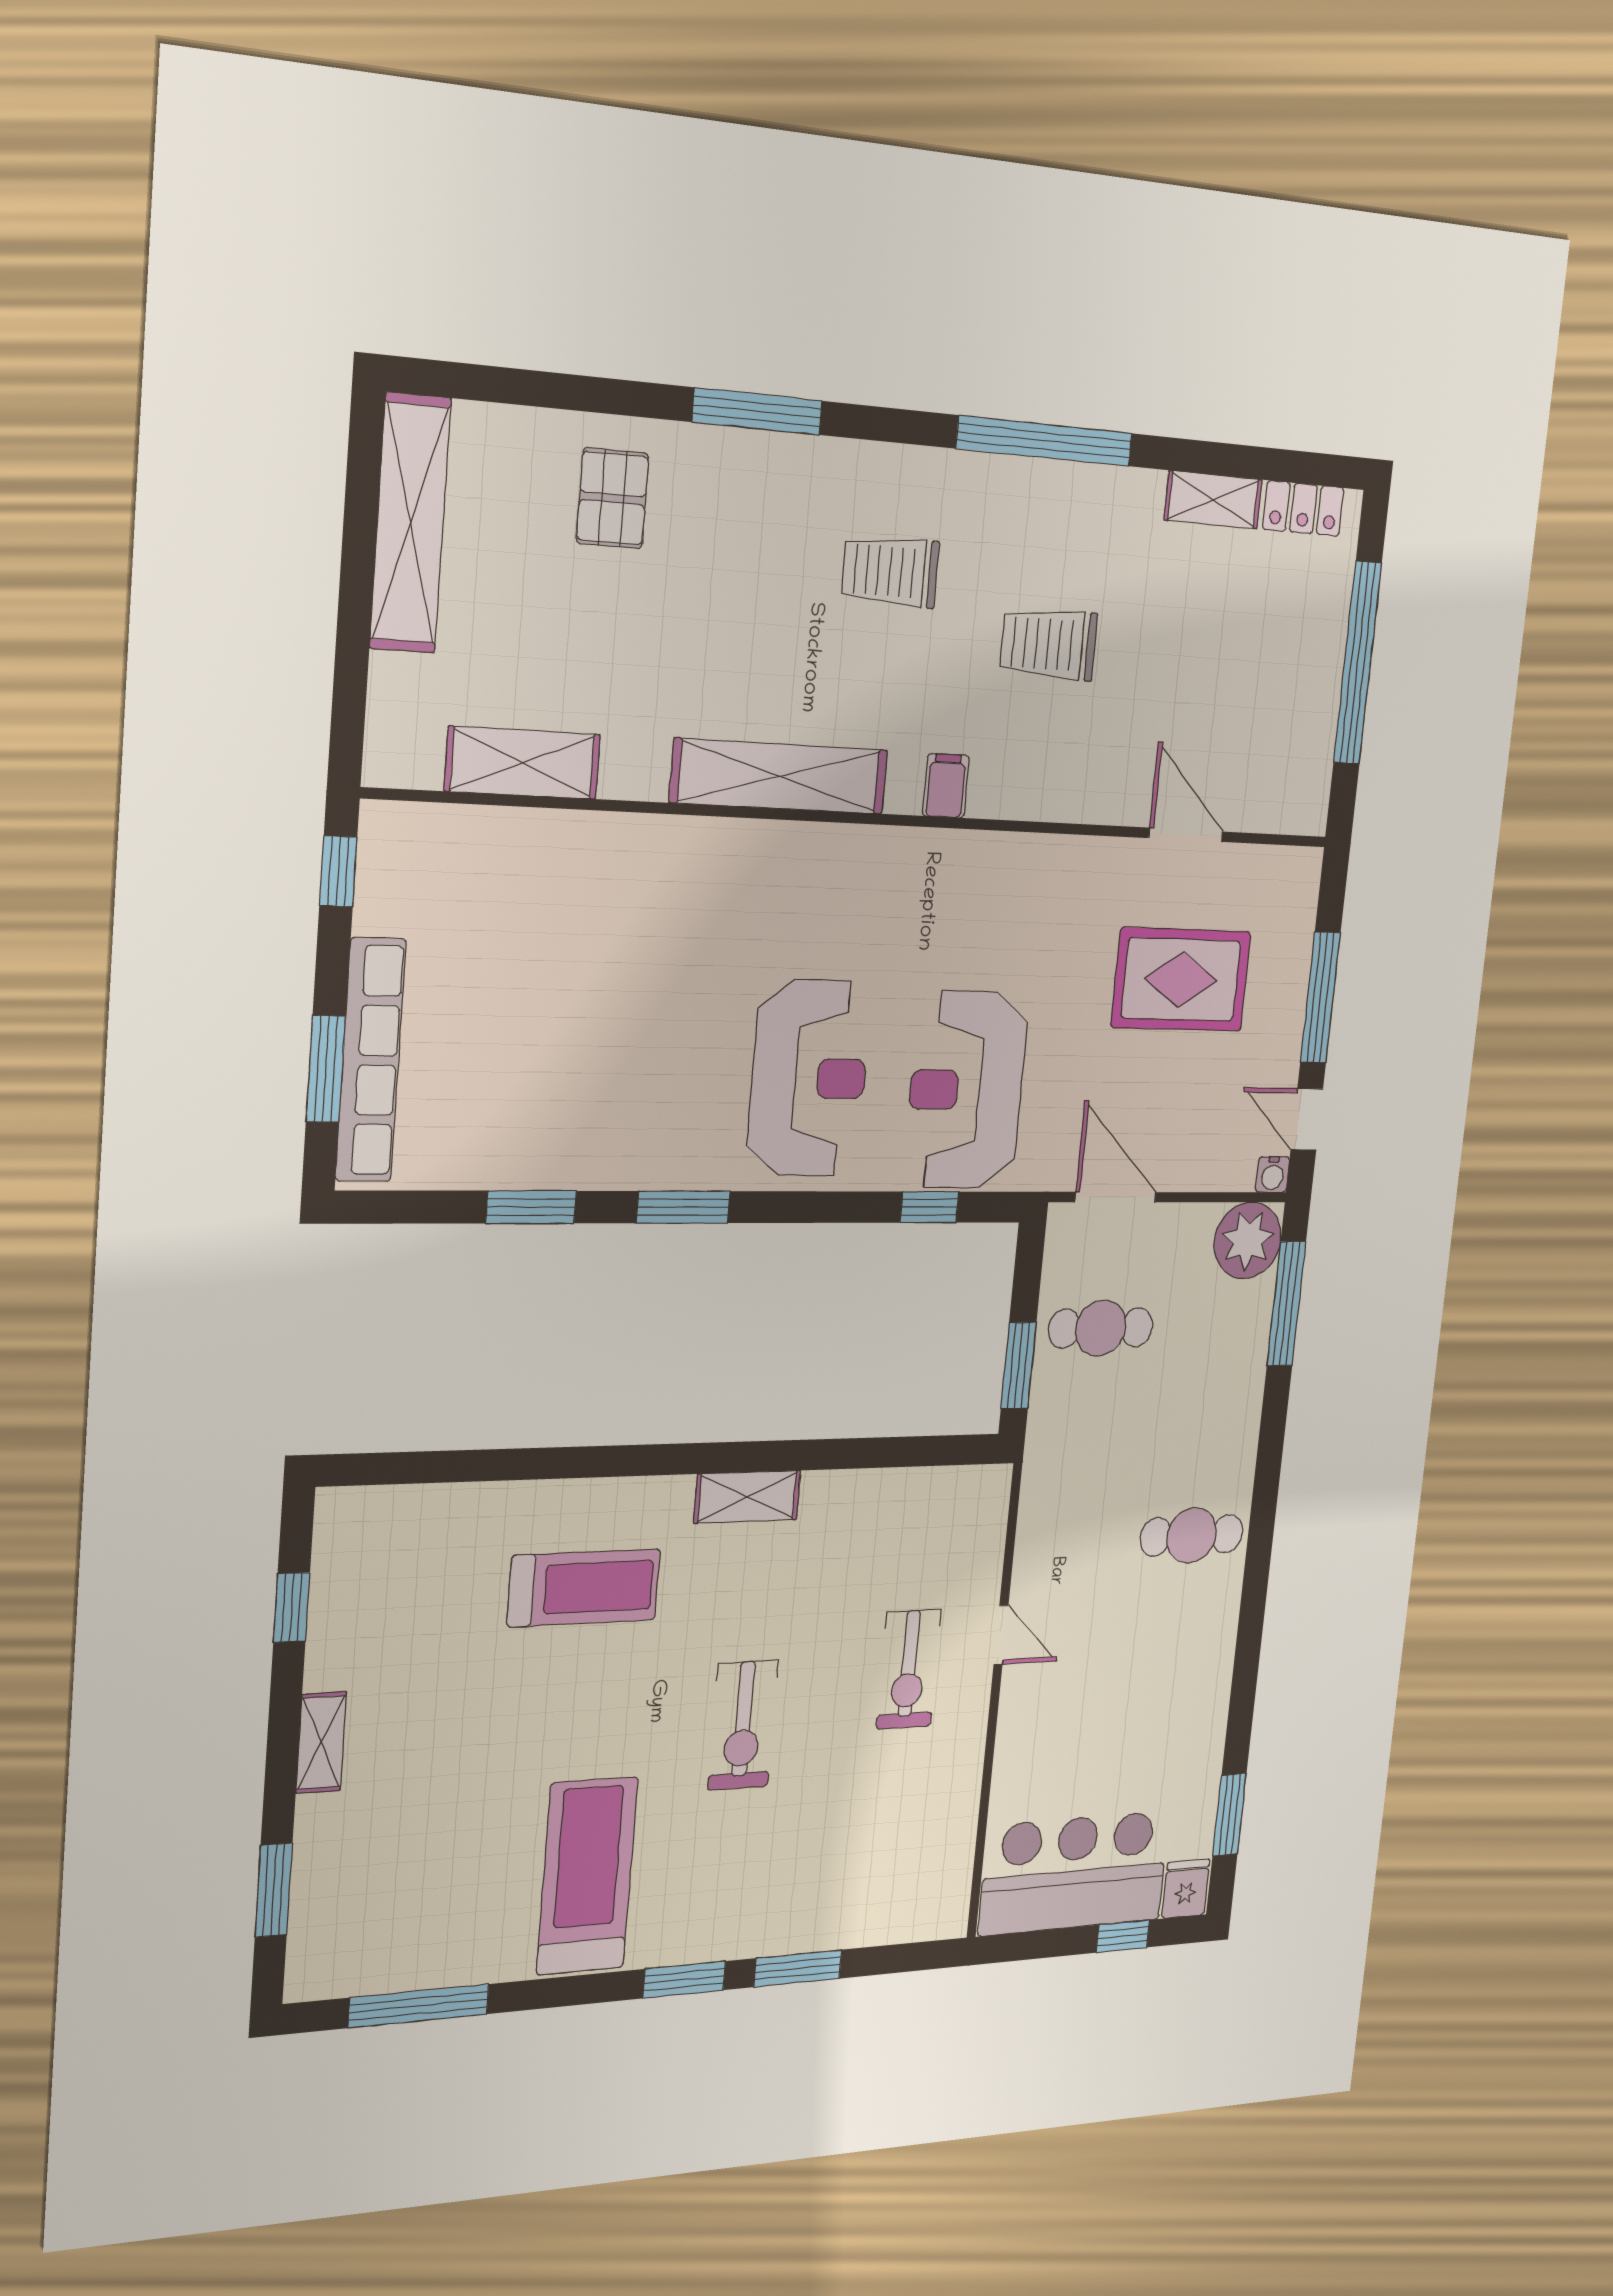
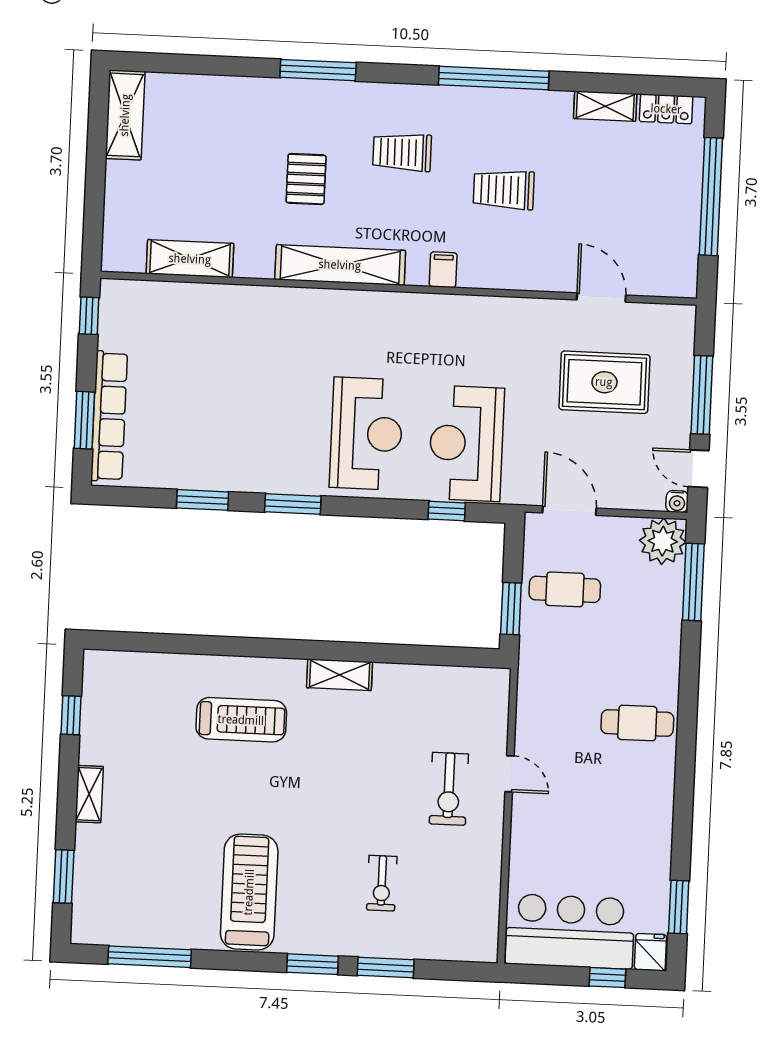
pallet: (613, 498) -> (306, 179), moved
shelving: (410, 523) -> (125, 115), width x0.68
exercise bike: (743, 1725) -> (382, 883), moved, width x0.73, depth x0.72

